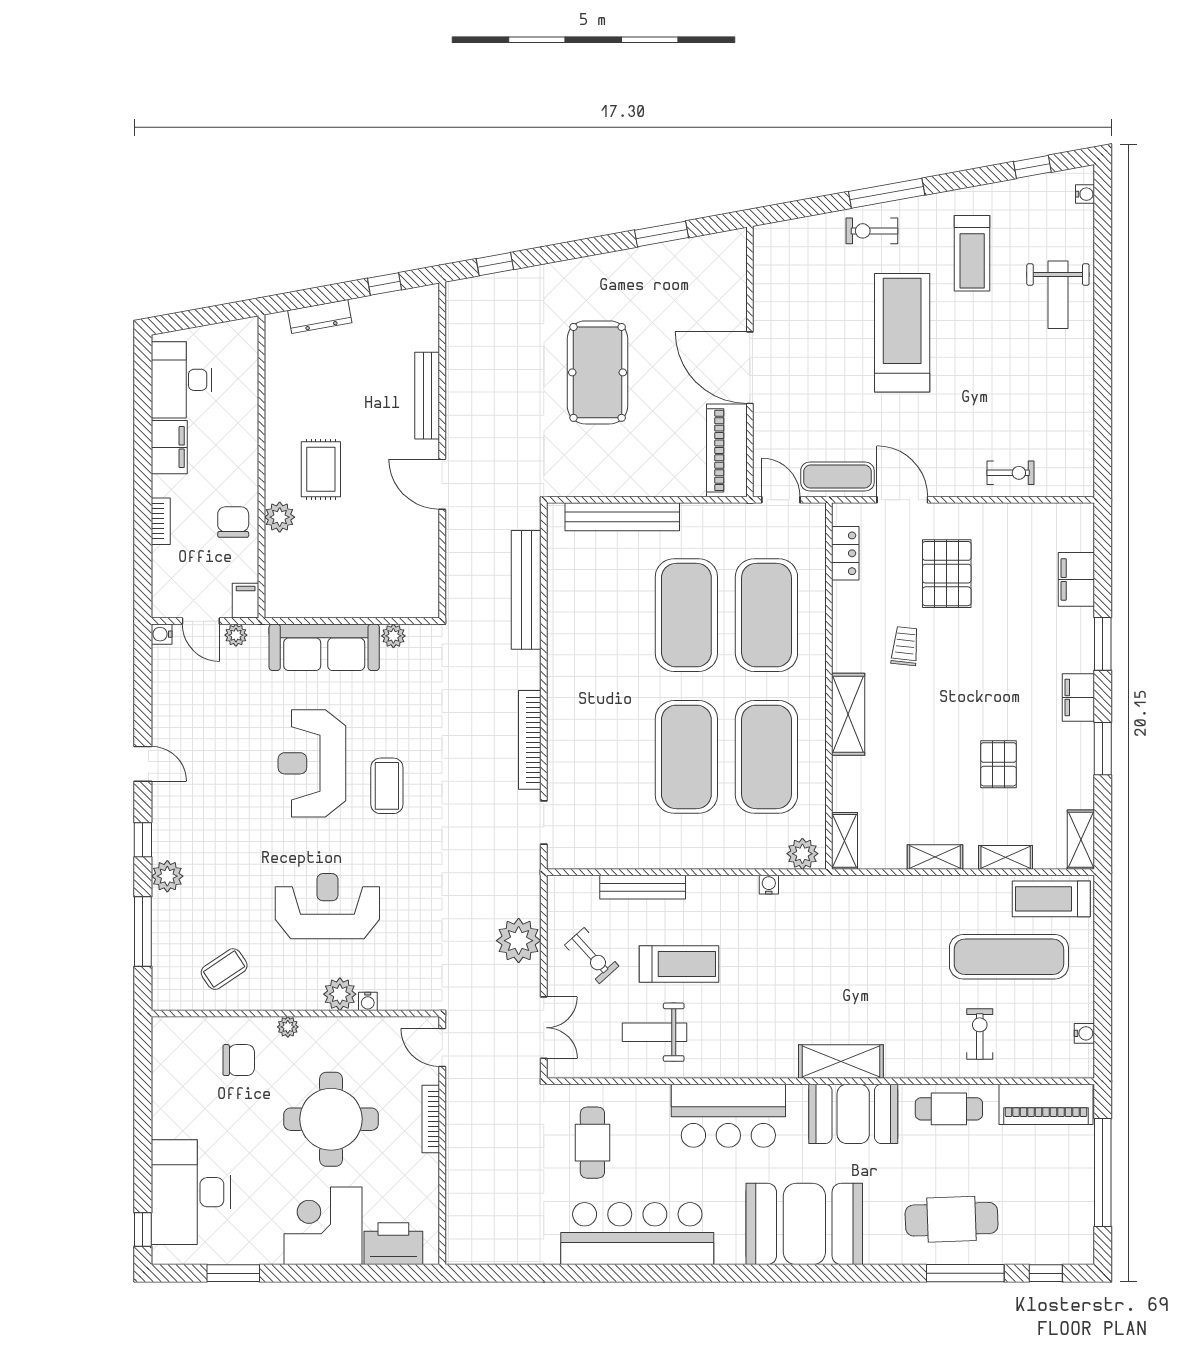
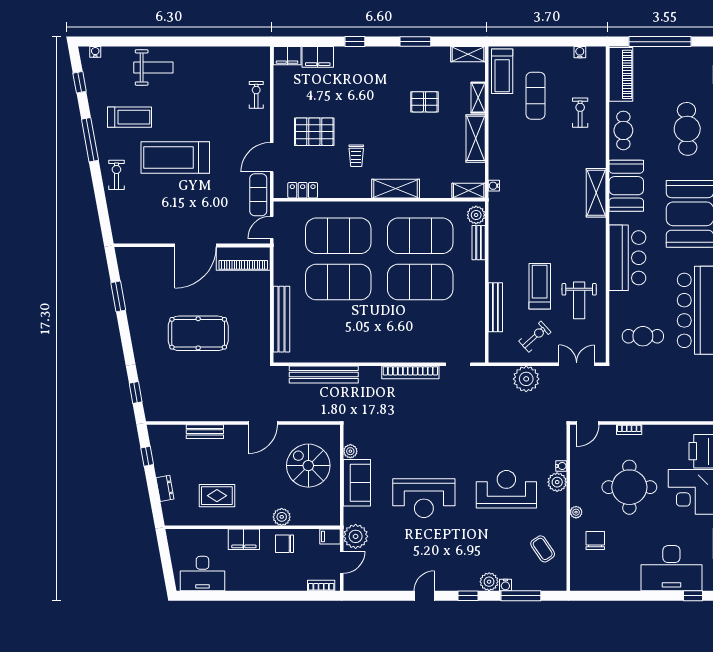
window: (887, 193) -> (90, 140), moved
exercise bike: (872, 231) -> (116, 175), turned 180
dresser: (320, 316) -> (165, 488), width x0.70
bench: (427, 396) -> (205, 432), width x0.73
filing cabinet: (169, 447) -> (244, 539), moved, turned 180
rug: (321, 469) -> (217, 496), moved
bookcase: (161, 521) -> (321, 585), moved
spiral stairs: (368, 563) -> (308, 466), added
water cooler: (162, 634) -> (505, 585), moved
plant: (236, 635) -> (356, 536), width x1.88, depth x1.88
window: (1103, 644) -> (355, 42), width x0.67
trolley: (905, 646) -> (356, 156), turned -96
sofa: (324, 647) -> (357, 483), width x0.73
filing cabinet: (1078, 697) -> (287, 56), moved
coffee table: (387, 786) -> (437, 455), removed
shelving: (935, 857) -> (476, 138), width x1.50, depth x1.33
bench: (755, 858) -> (479, 243), added
water cooler: (769, 885) -> (494, 186), moved
reception desk: (327, 906) -> (506, 489), turned 90
exercise mat: (1009, 957) -> (536, 96), width x0.73, depth x0.69
exercise bike: (980, 1034) -> (580, 113), turned 90
bookcase: (431, 1119) -> (629, 430), width x0.64

